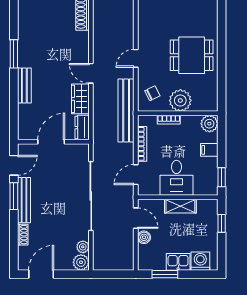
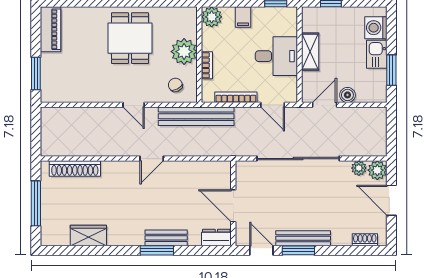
window: (14, 54) -> (157, 250), moved
wardrobe: (80, 99) -> (88, 235), moved, turned 180
dresser: (82, 128) -> (216, 238), moved, turned 180
shoe rack: (23, 235) -> (365, 240), moved
door: (41, 274) -> (391, 200), moved

